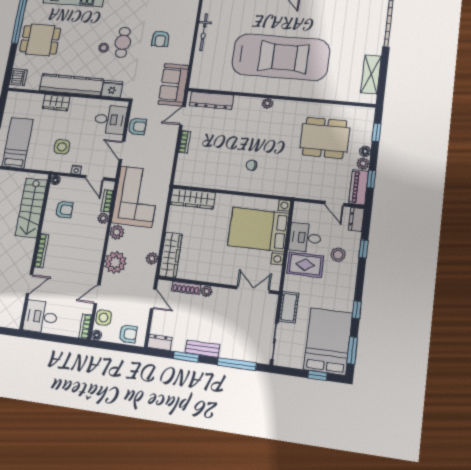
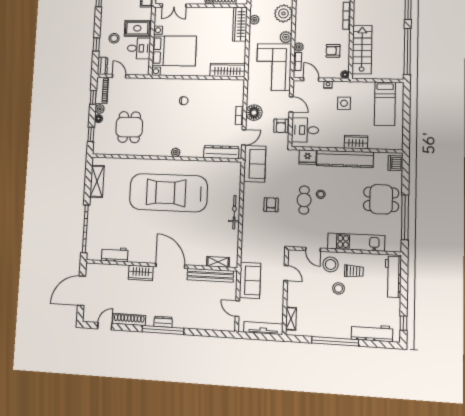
armchair: (137, 126) -> (281, 126), turned -90
dining table: (325, 138) -> (129, 127), width x0.73
floor lamp: (167, 144) -> (254, 113), added

